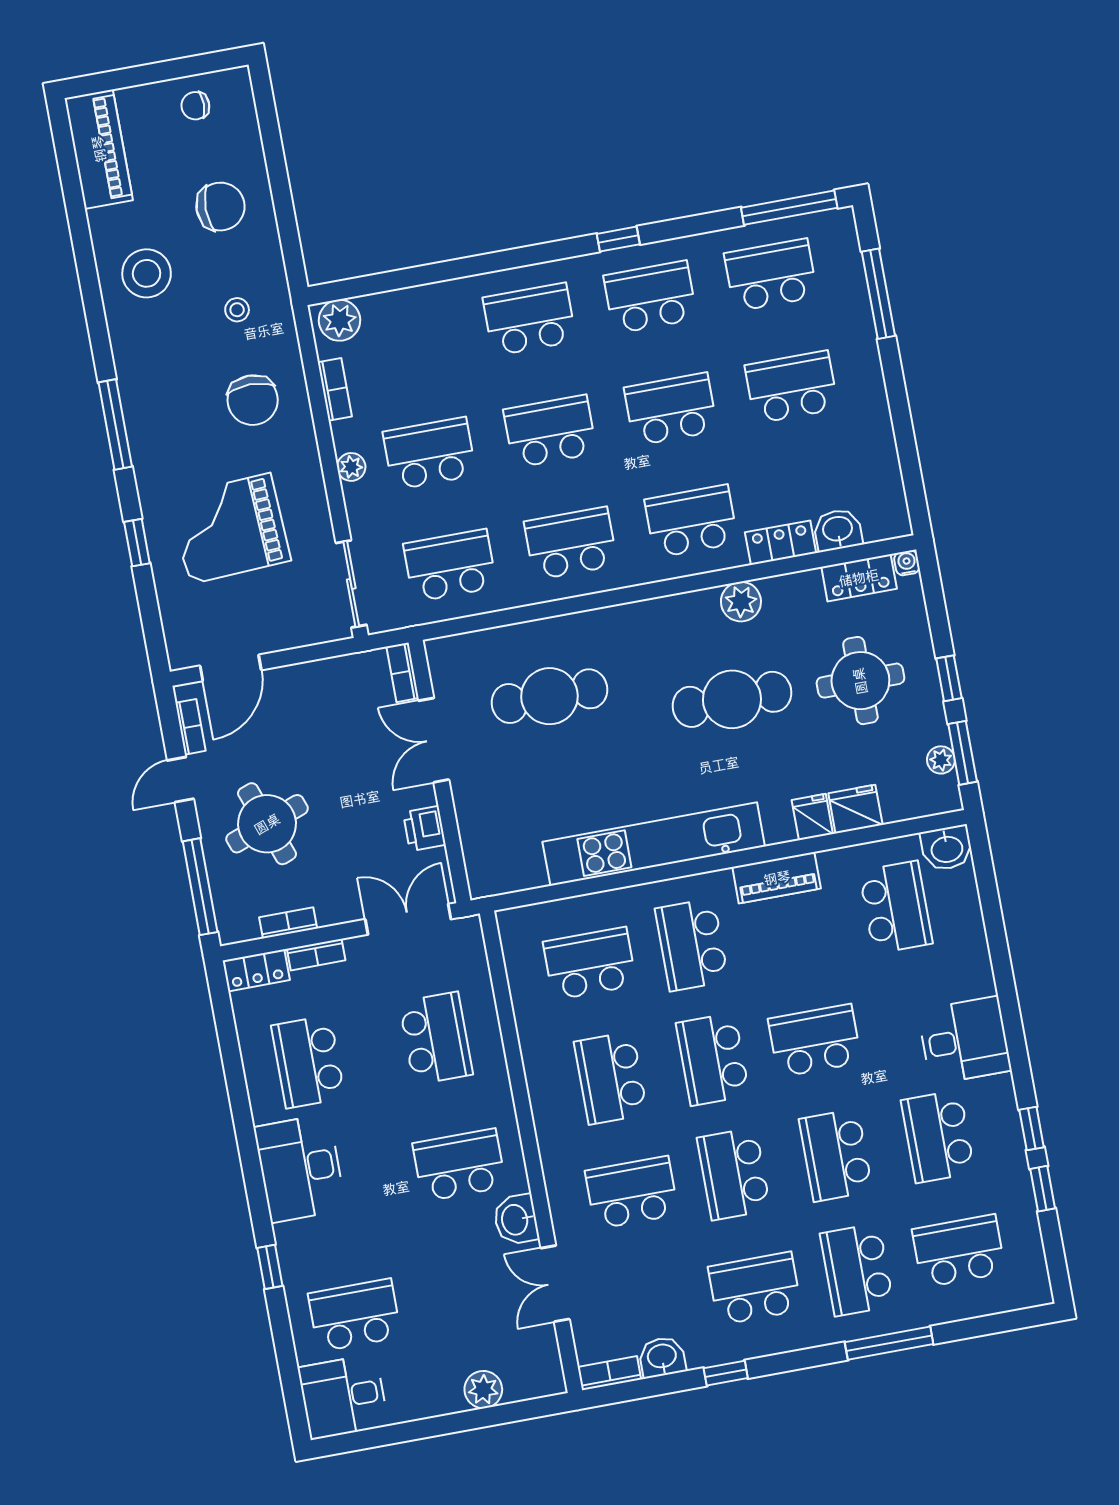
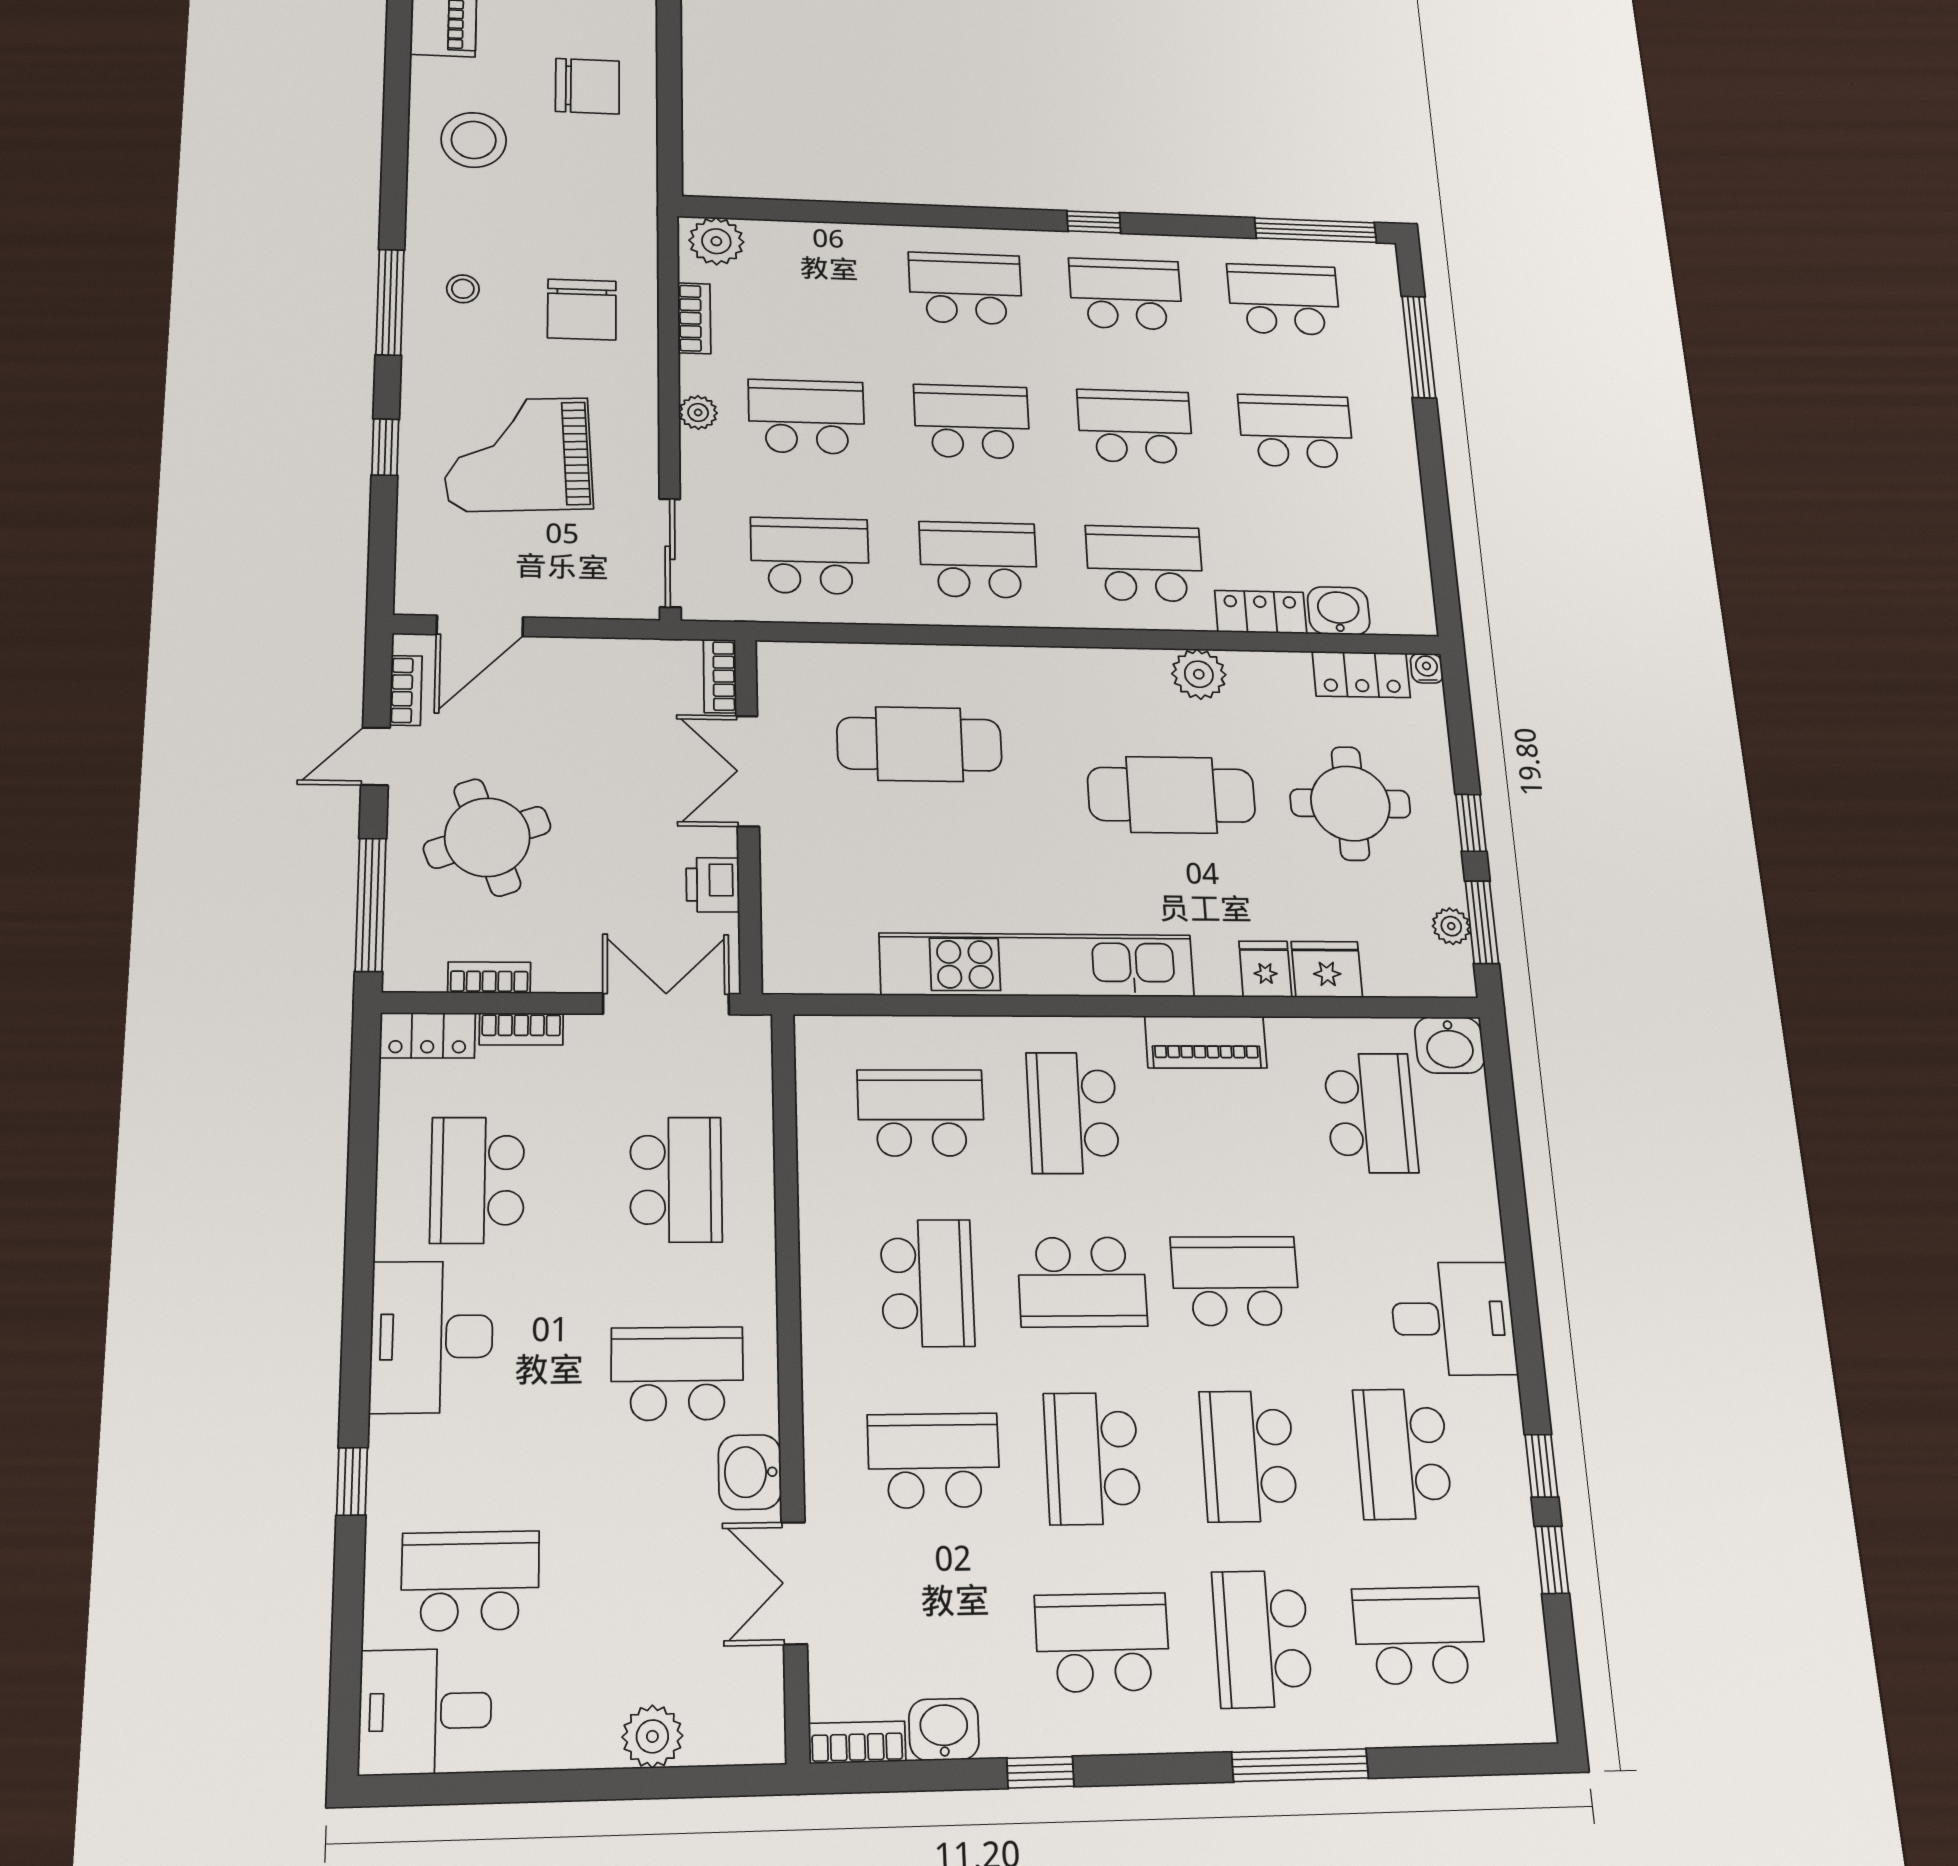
stool: (237, 310) -> (463, 289), moved
school desk: (713, 1059) -> (1082, 1282), turned -90
school desk: (611, 1078) -> (927, 1283), turned 180

